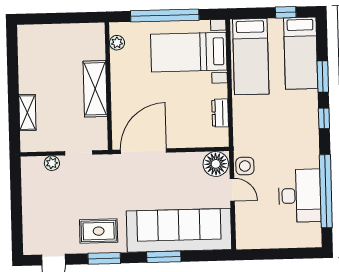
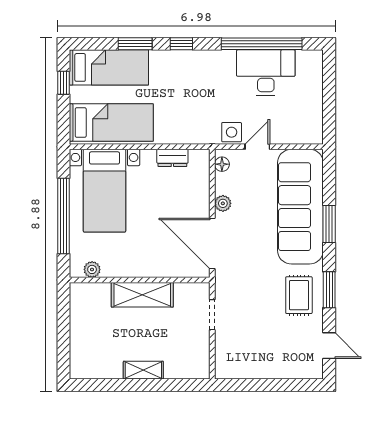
shelving: (27, 113) -> (143, 370), moved
plant: (52, 163) -> (223, 203), moved
floor lamp: (216, 164) -> (222, 164), width x0.53, depth x0.53

